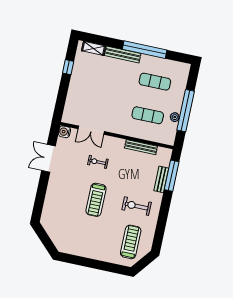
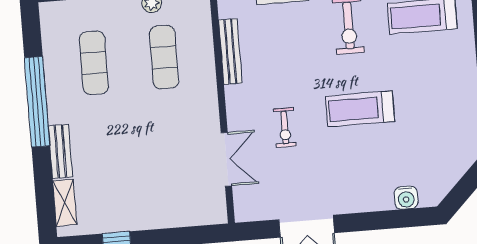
bench: (123, 55) -> (60, 152), width x0.73
water cooler: (64, 132) -> (406, 198), moved
treadmill: (96, 200) -> (360, 109), turned 180

